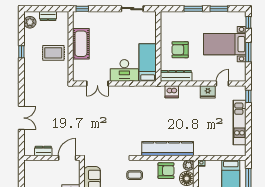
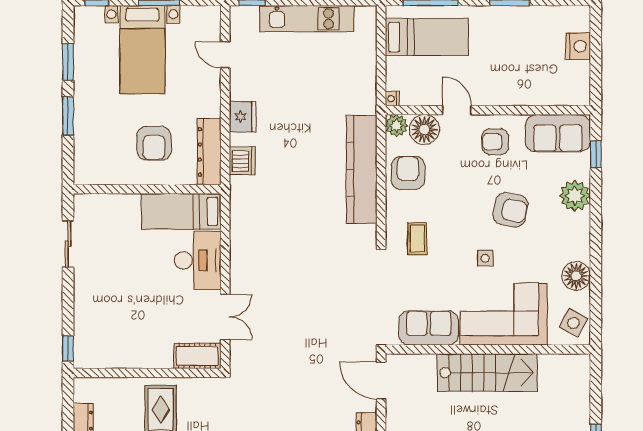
cot: (81, 44) -> (197, 356), moved, width x0.73, depth x0.75
fridge: (208, 92) -> (243, 117), moved

